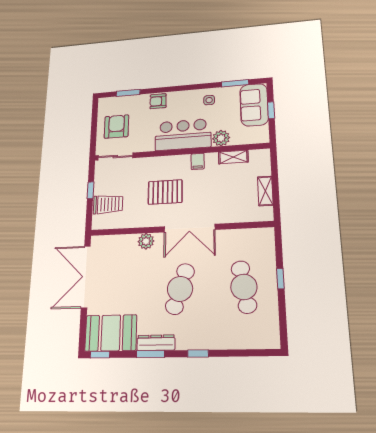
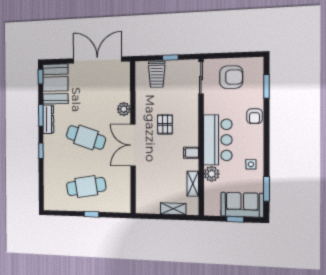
armchair: (158, 101) -> (254, 116), turned 180
shelving: (265, 191) -> (173, 209), moved
pallet: (165, 192) -> (165, 124), width x0.67, depth x0.71

